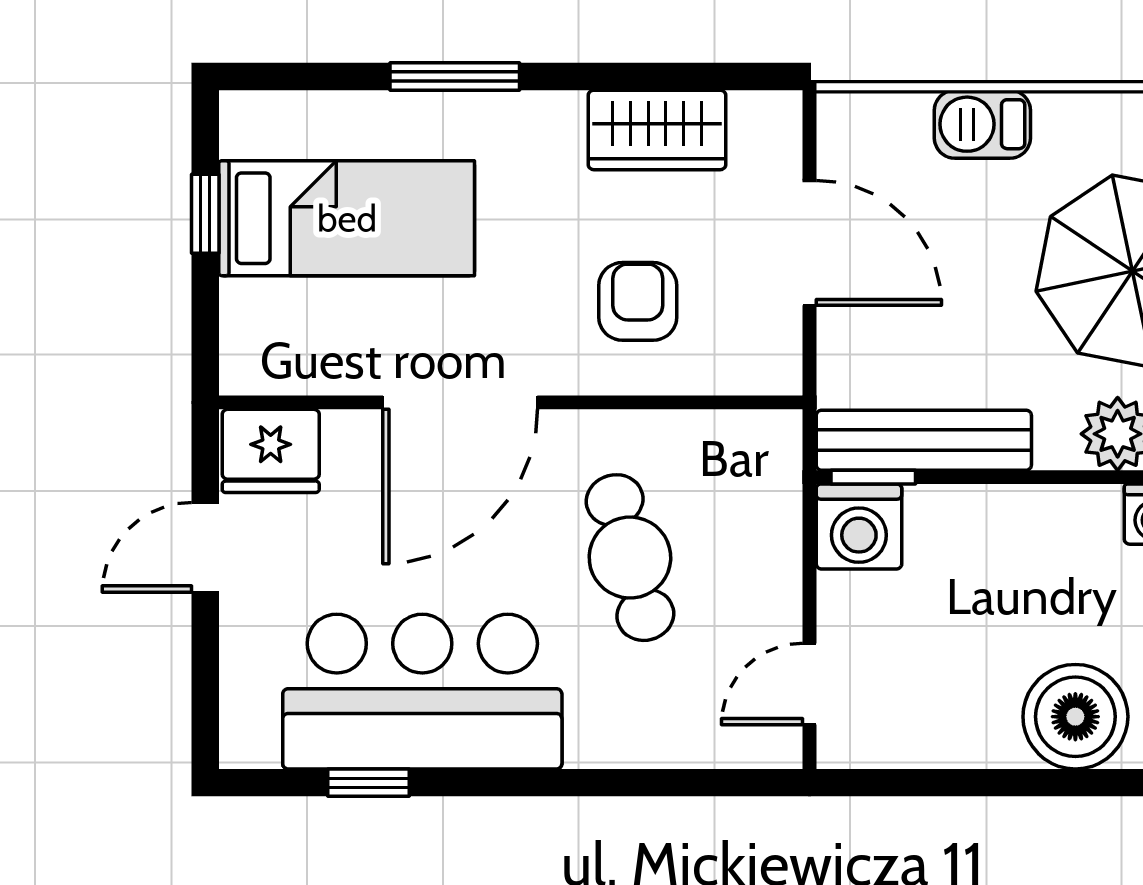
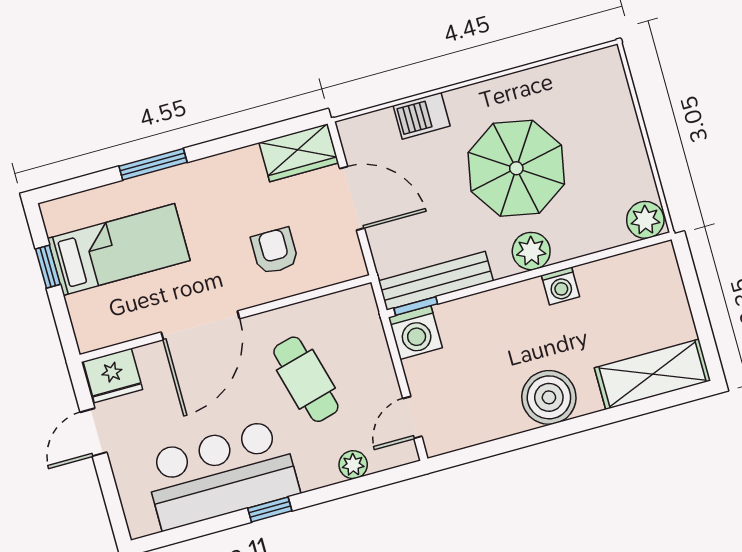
wardrobe: (657, 130) -> (299, 153), moved
plant: (674, 742) -> (353, 465), added
window: (369, 783) -> (270, 509), moved

